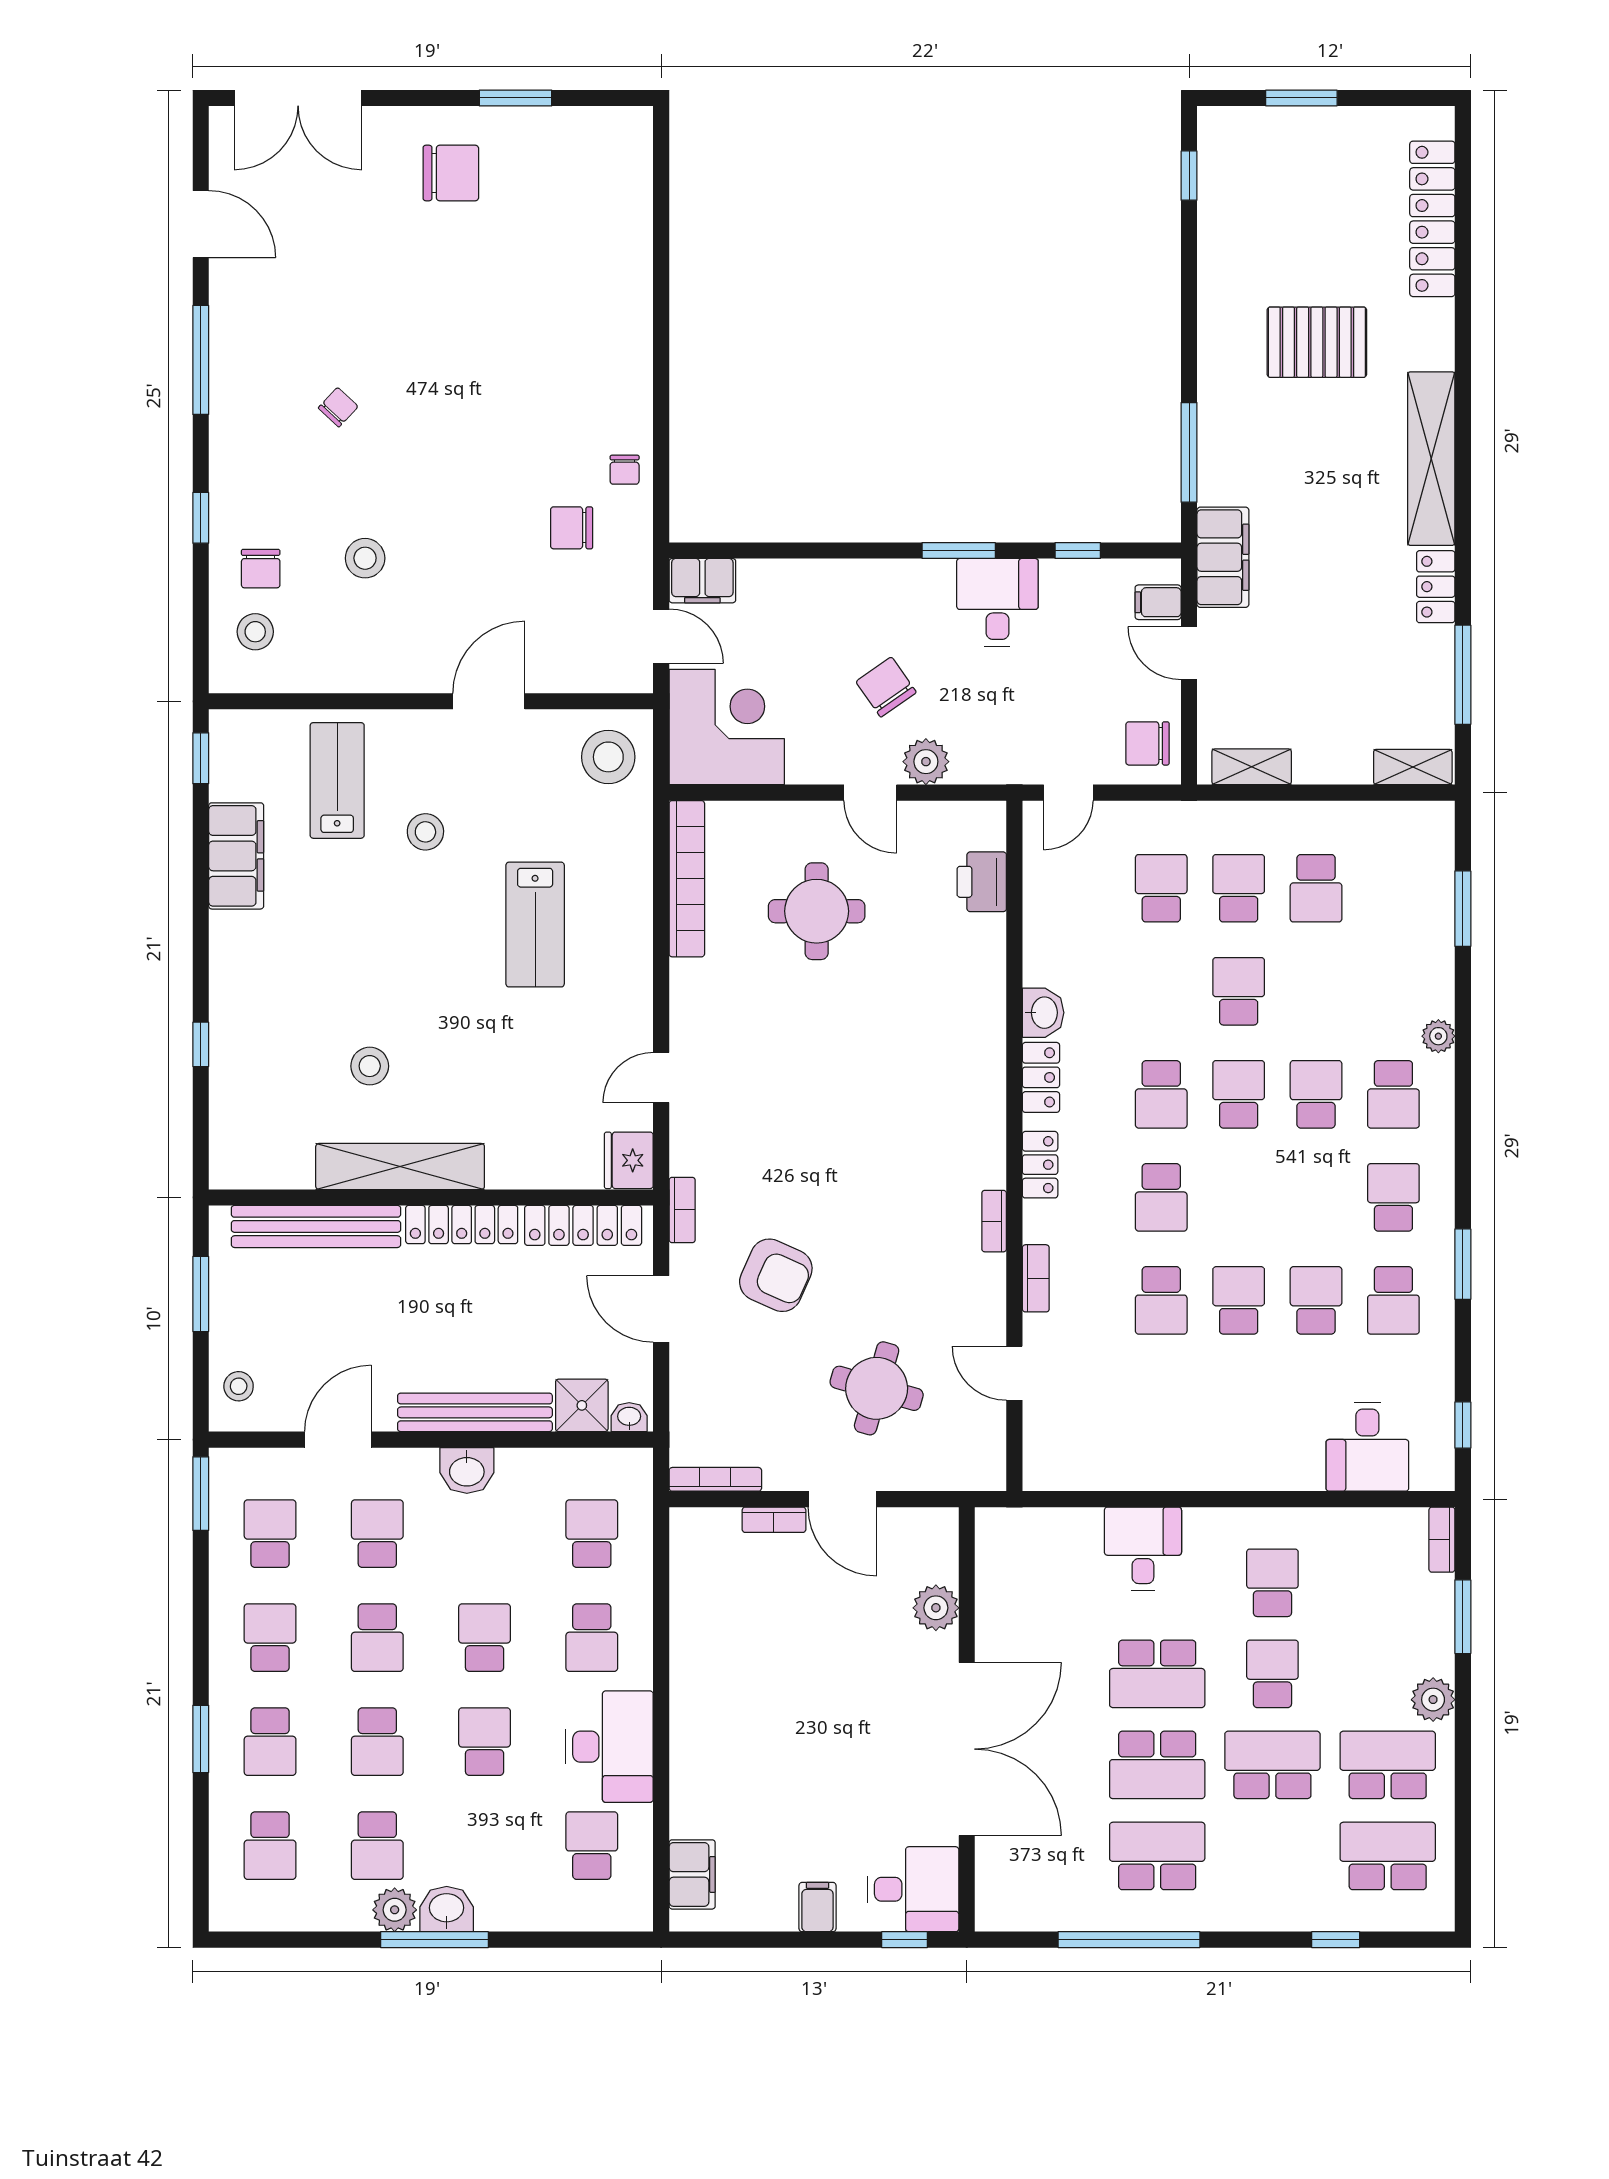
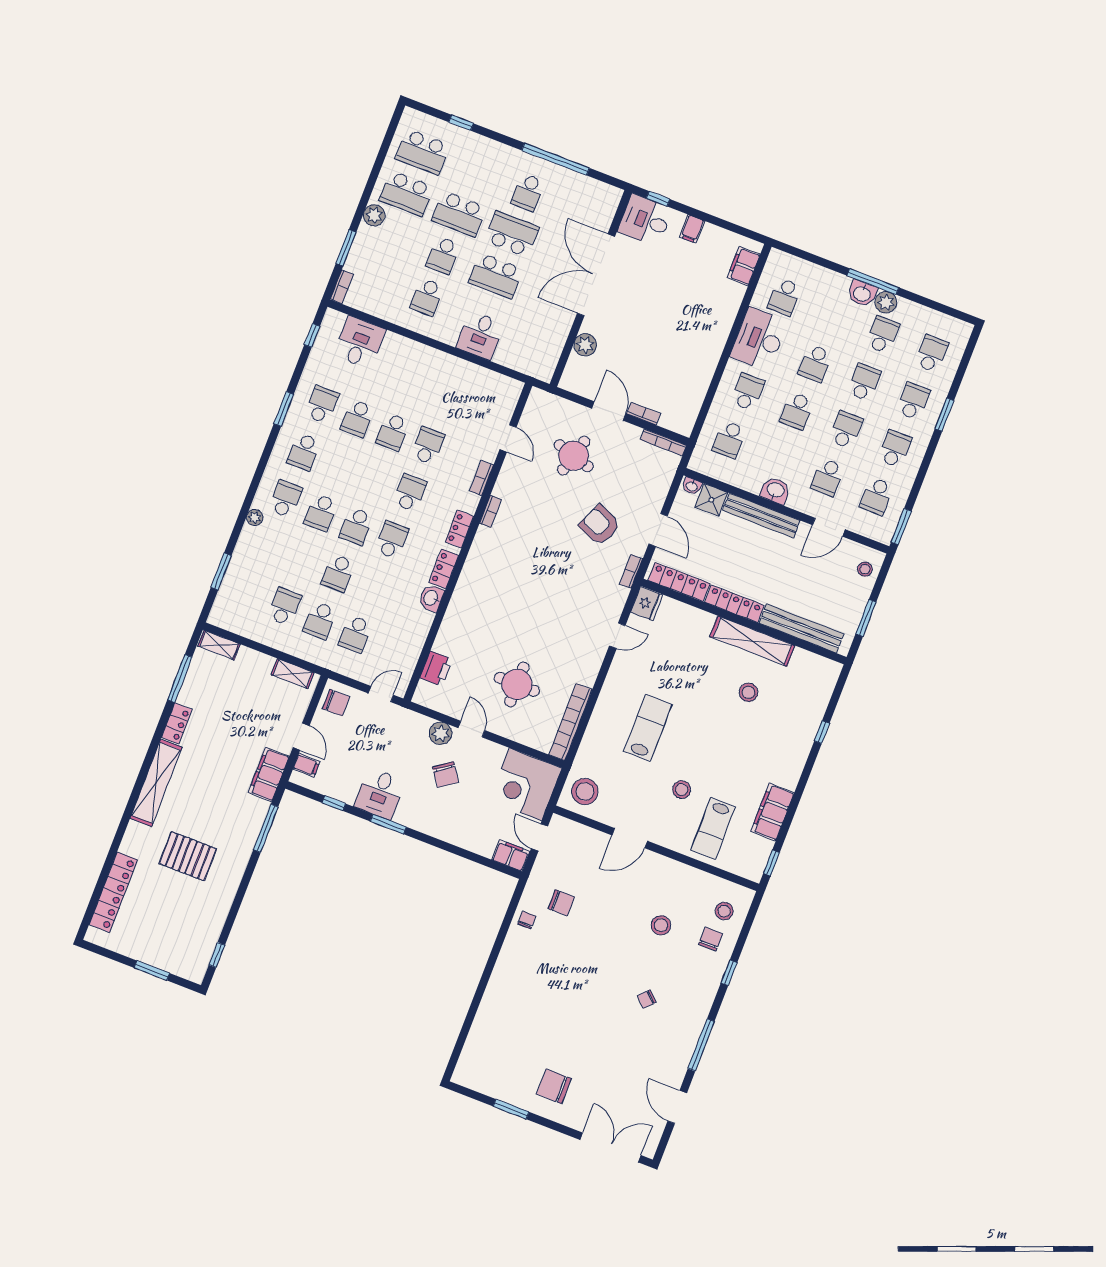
school desk: (270, 1638) -> (895, 449), turned 180
school desk: (1157, 1674) -> (496, 276), turned 180
school desk: (1157, 1856) -> (528, 192), width x0.54

